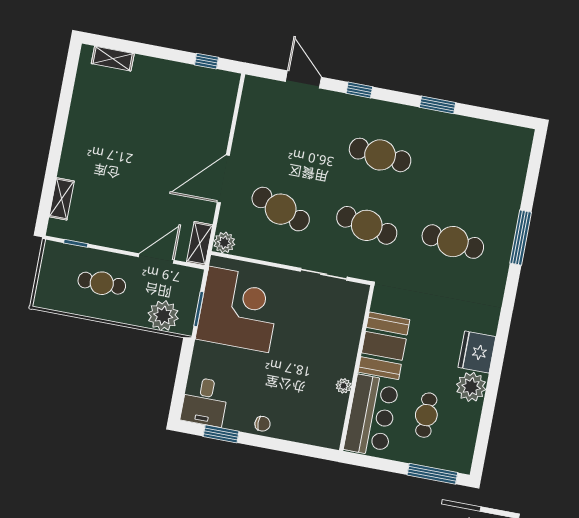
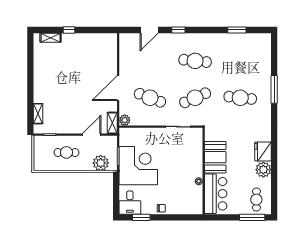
window: (206, 61) -> (69, 30), moved
door: (303, 79) -> (149, 30), swing flipped
window: (438, 105) -> (237, 30), moved
cafe table: (367, 225) -> (195, 98), turned -36
corner desk: (239, 309) -> (138, 166), moved
cafe table: (426, 415) -> (256, 200), moved

